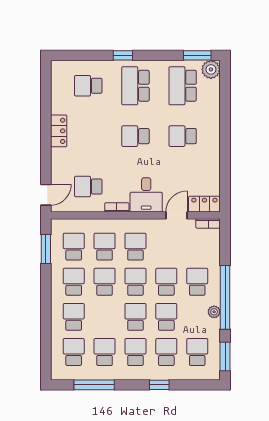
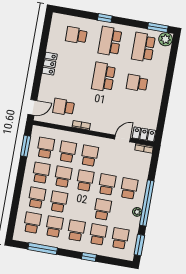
school desk: (135, 136) -> (103, 77), width x1.85
desk: (146, 195) -> (104, 120), removed
school desk: (135, 317) -> (59, 202), moved

